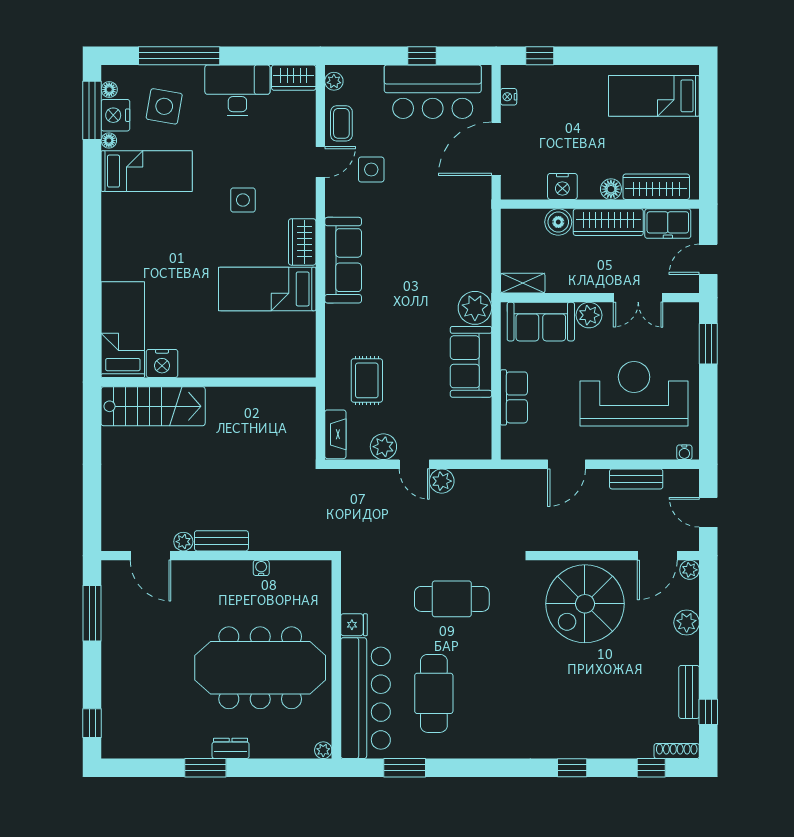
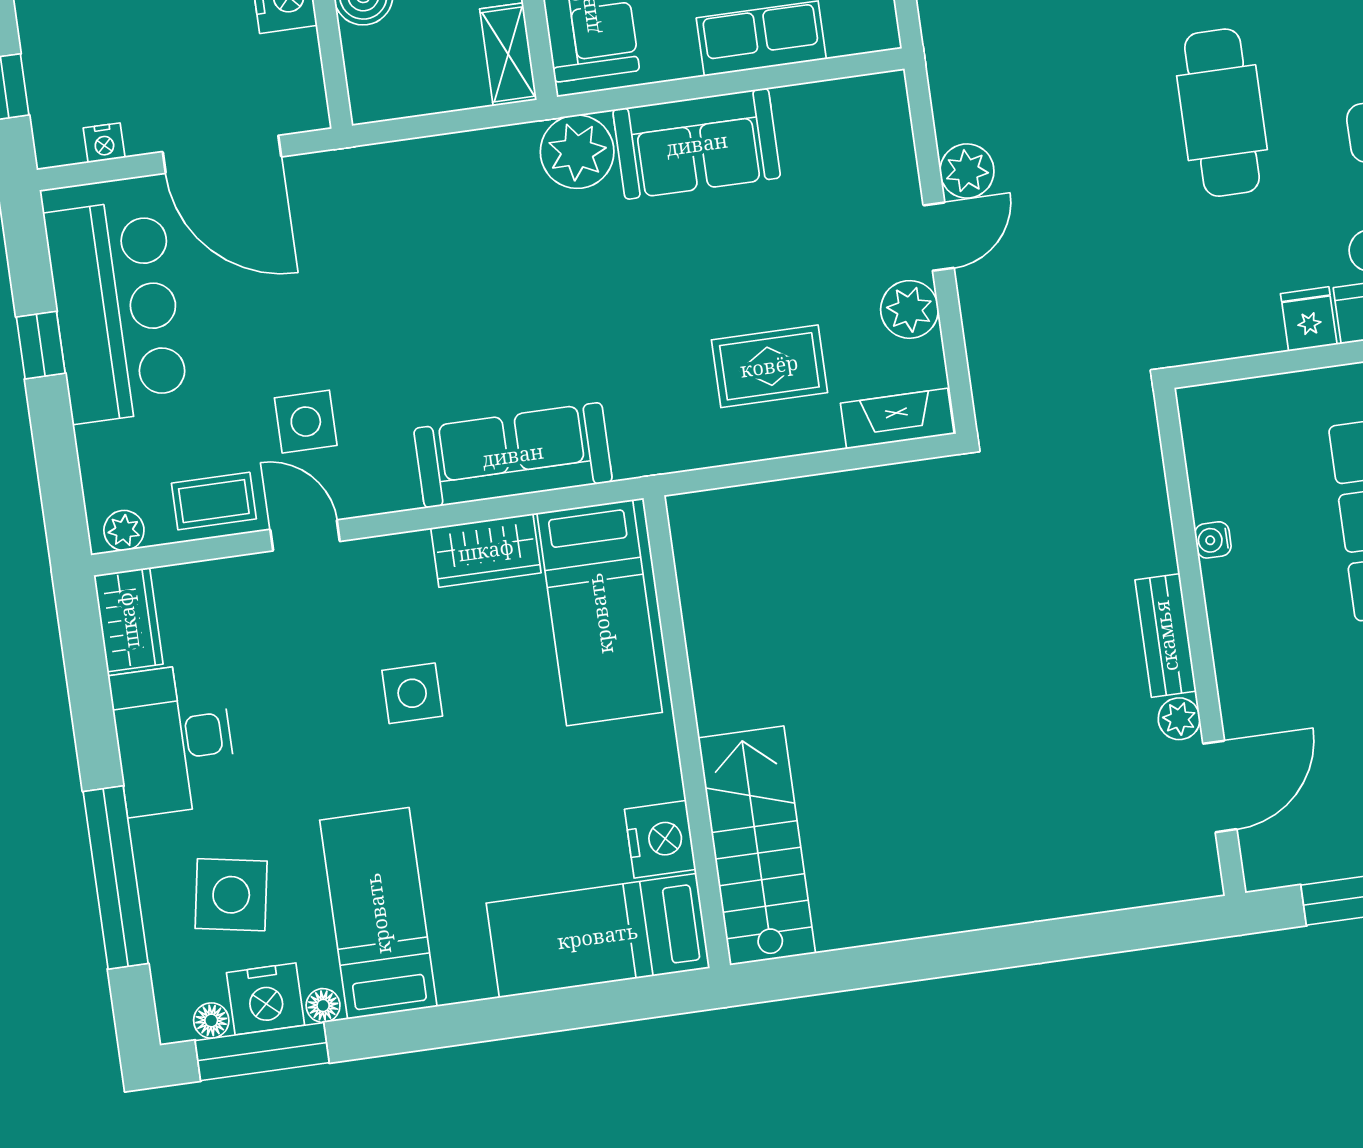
bed: (123, 330) -> (598, 936), moved
nightstand: (162, 363) -> (660, 839), moved
wall: (208, 382) -> (687, 732), moved
stairs: (153, 406) -> (757, 846), moved

